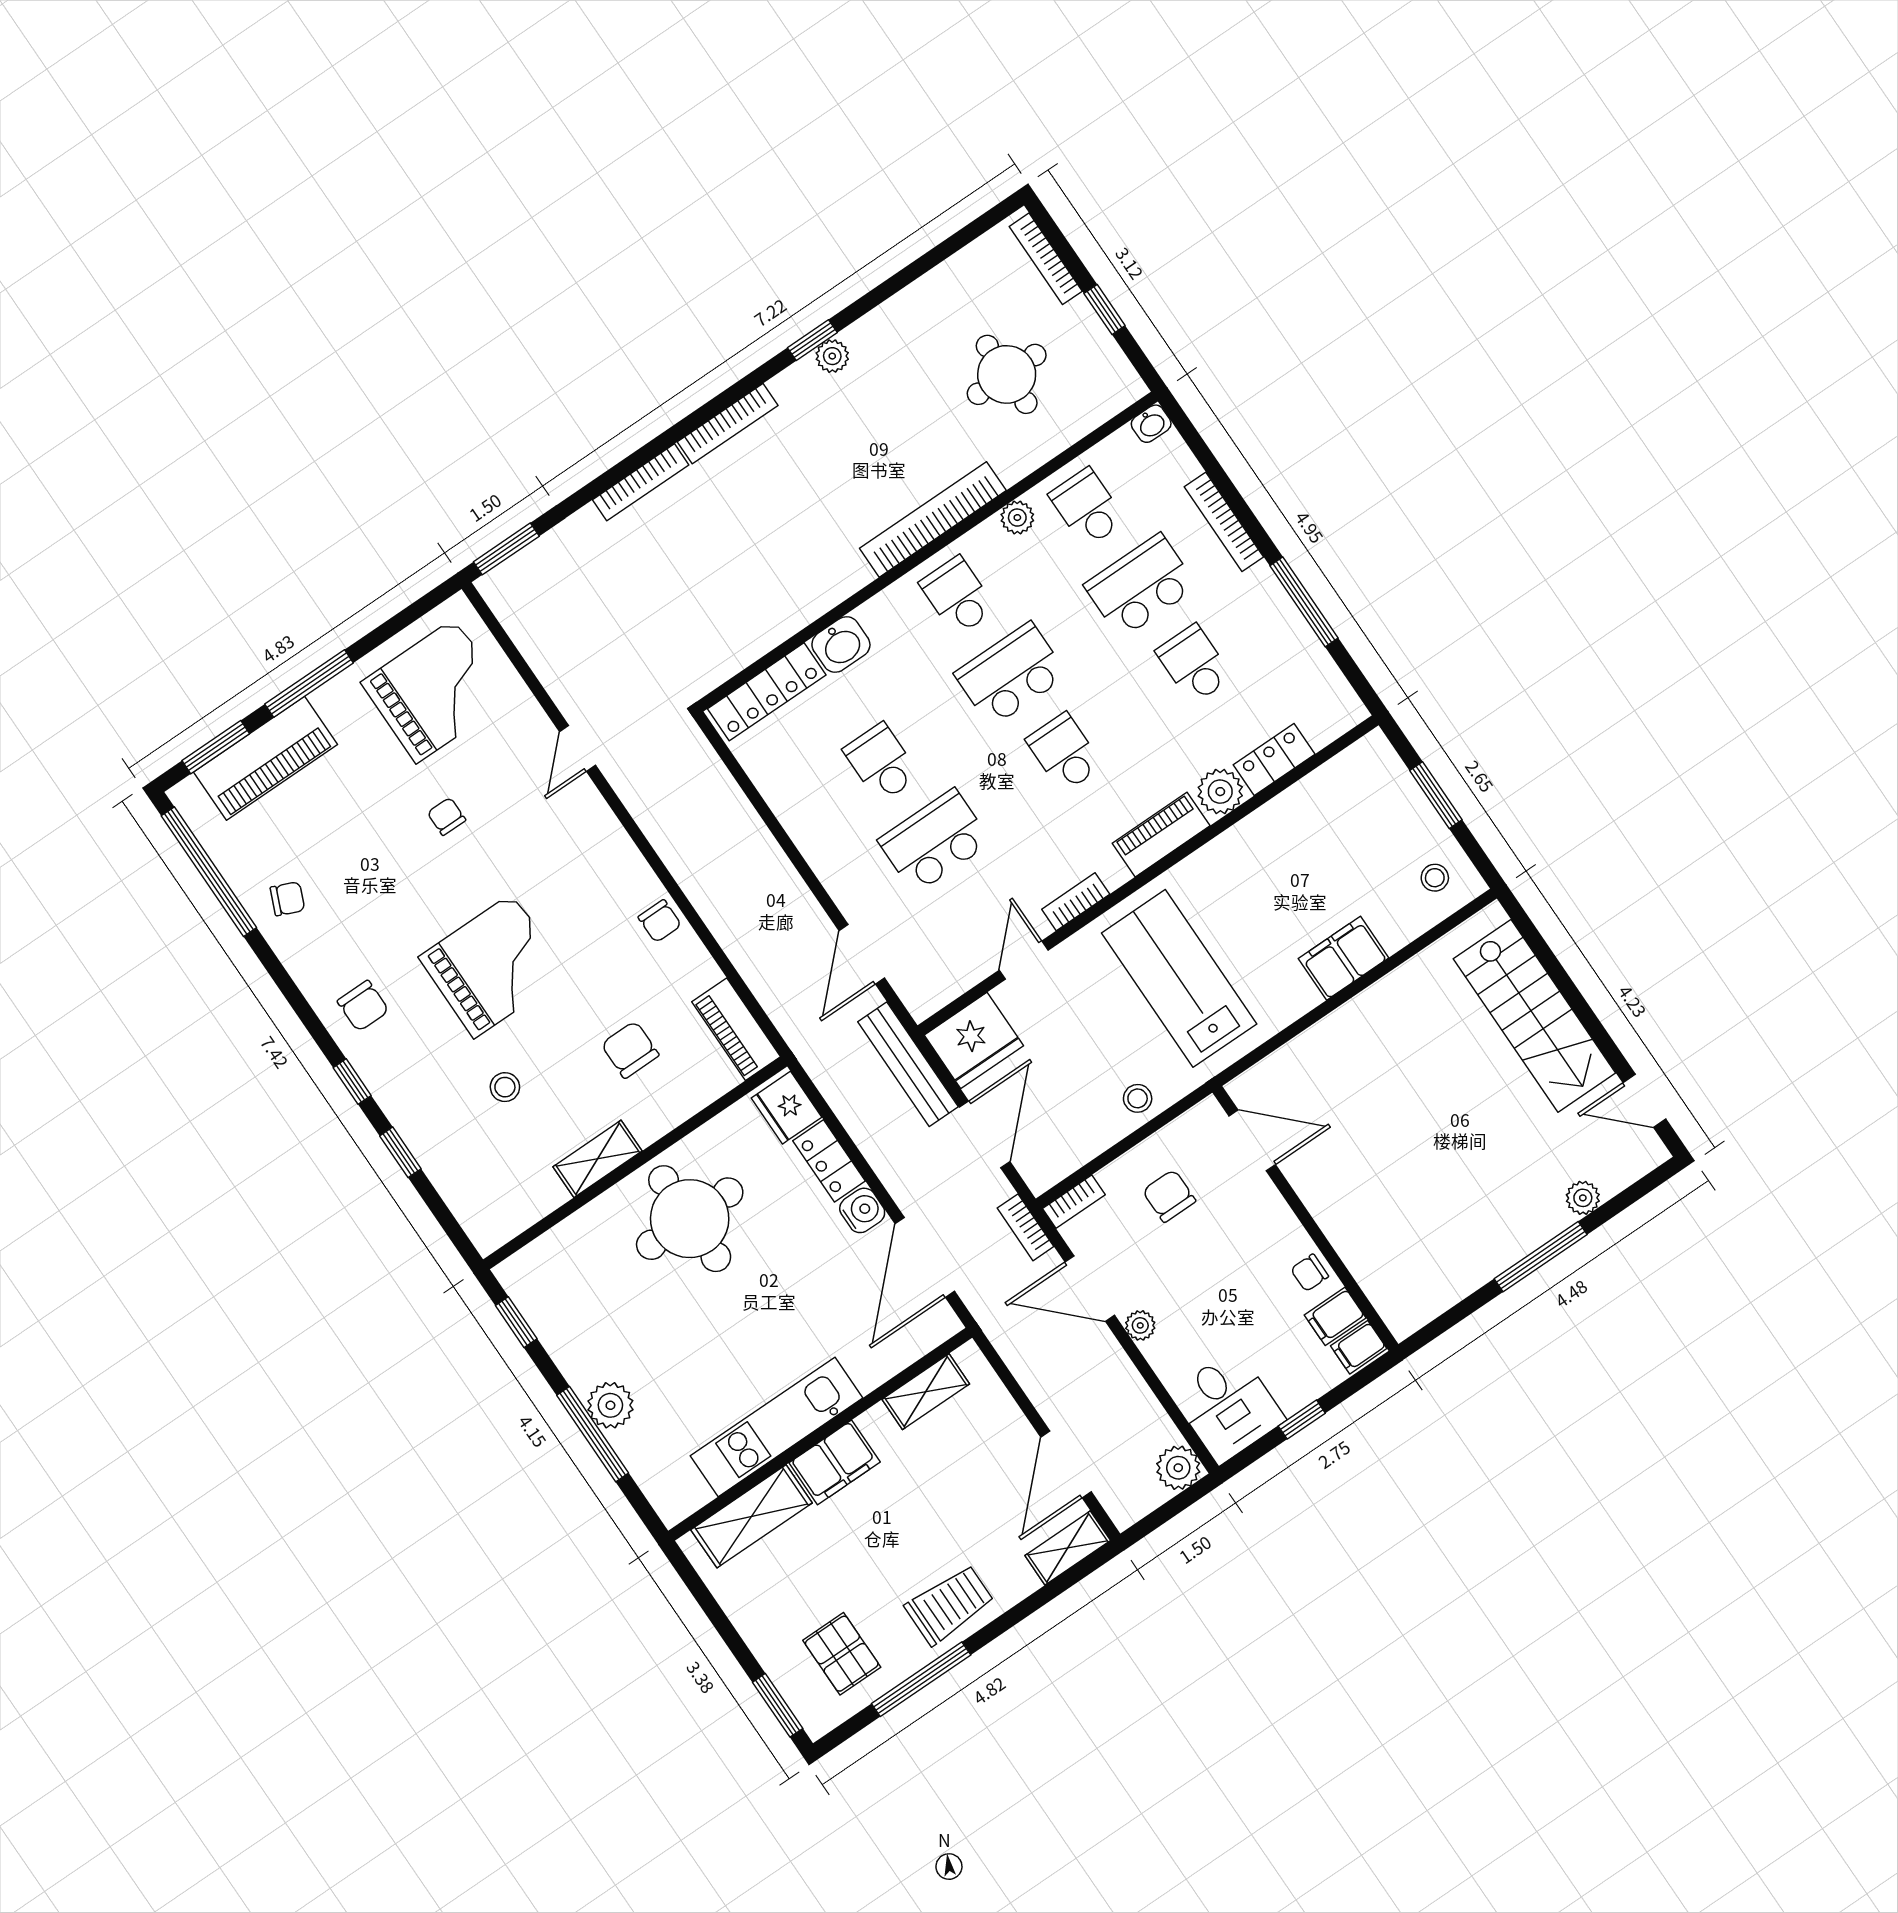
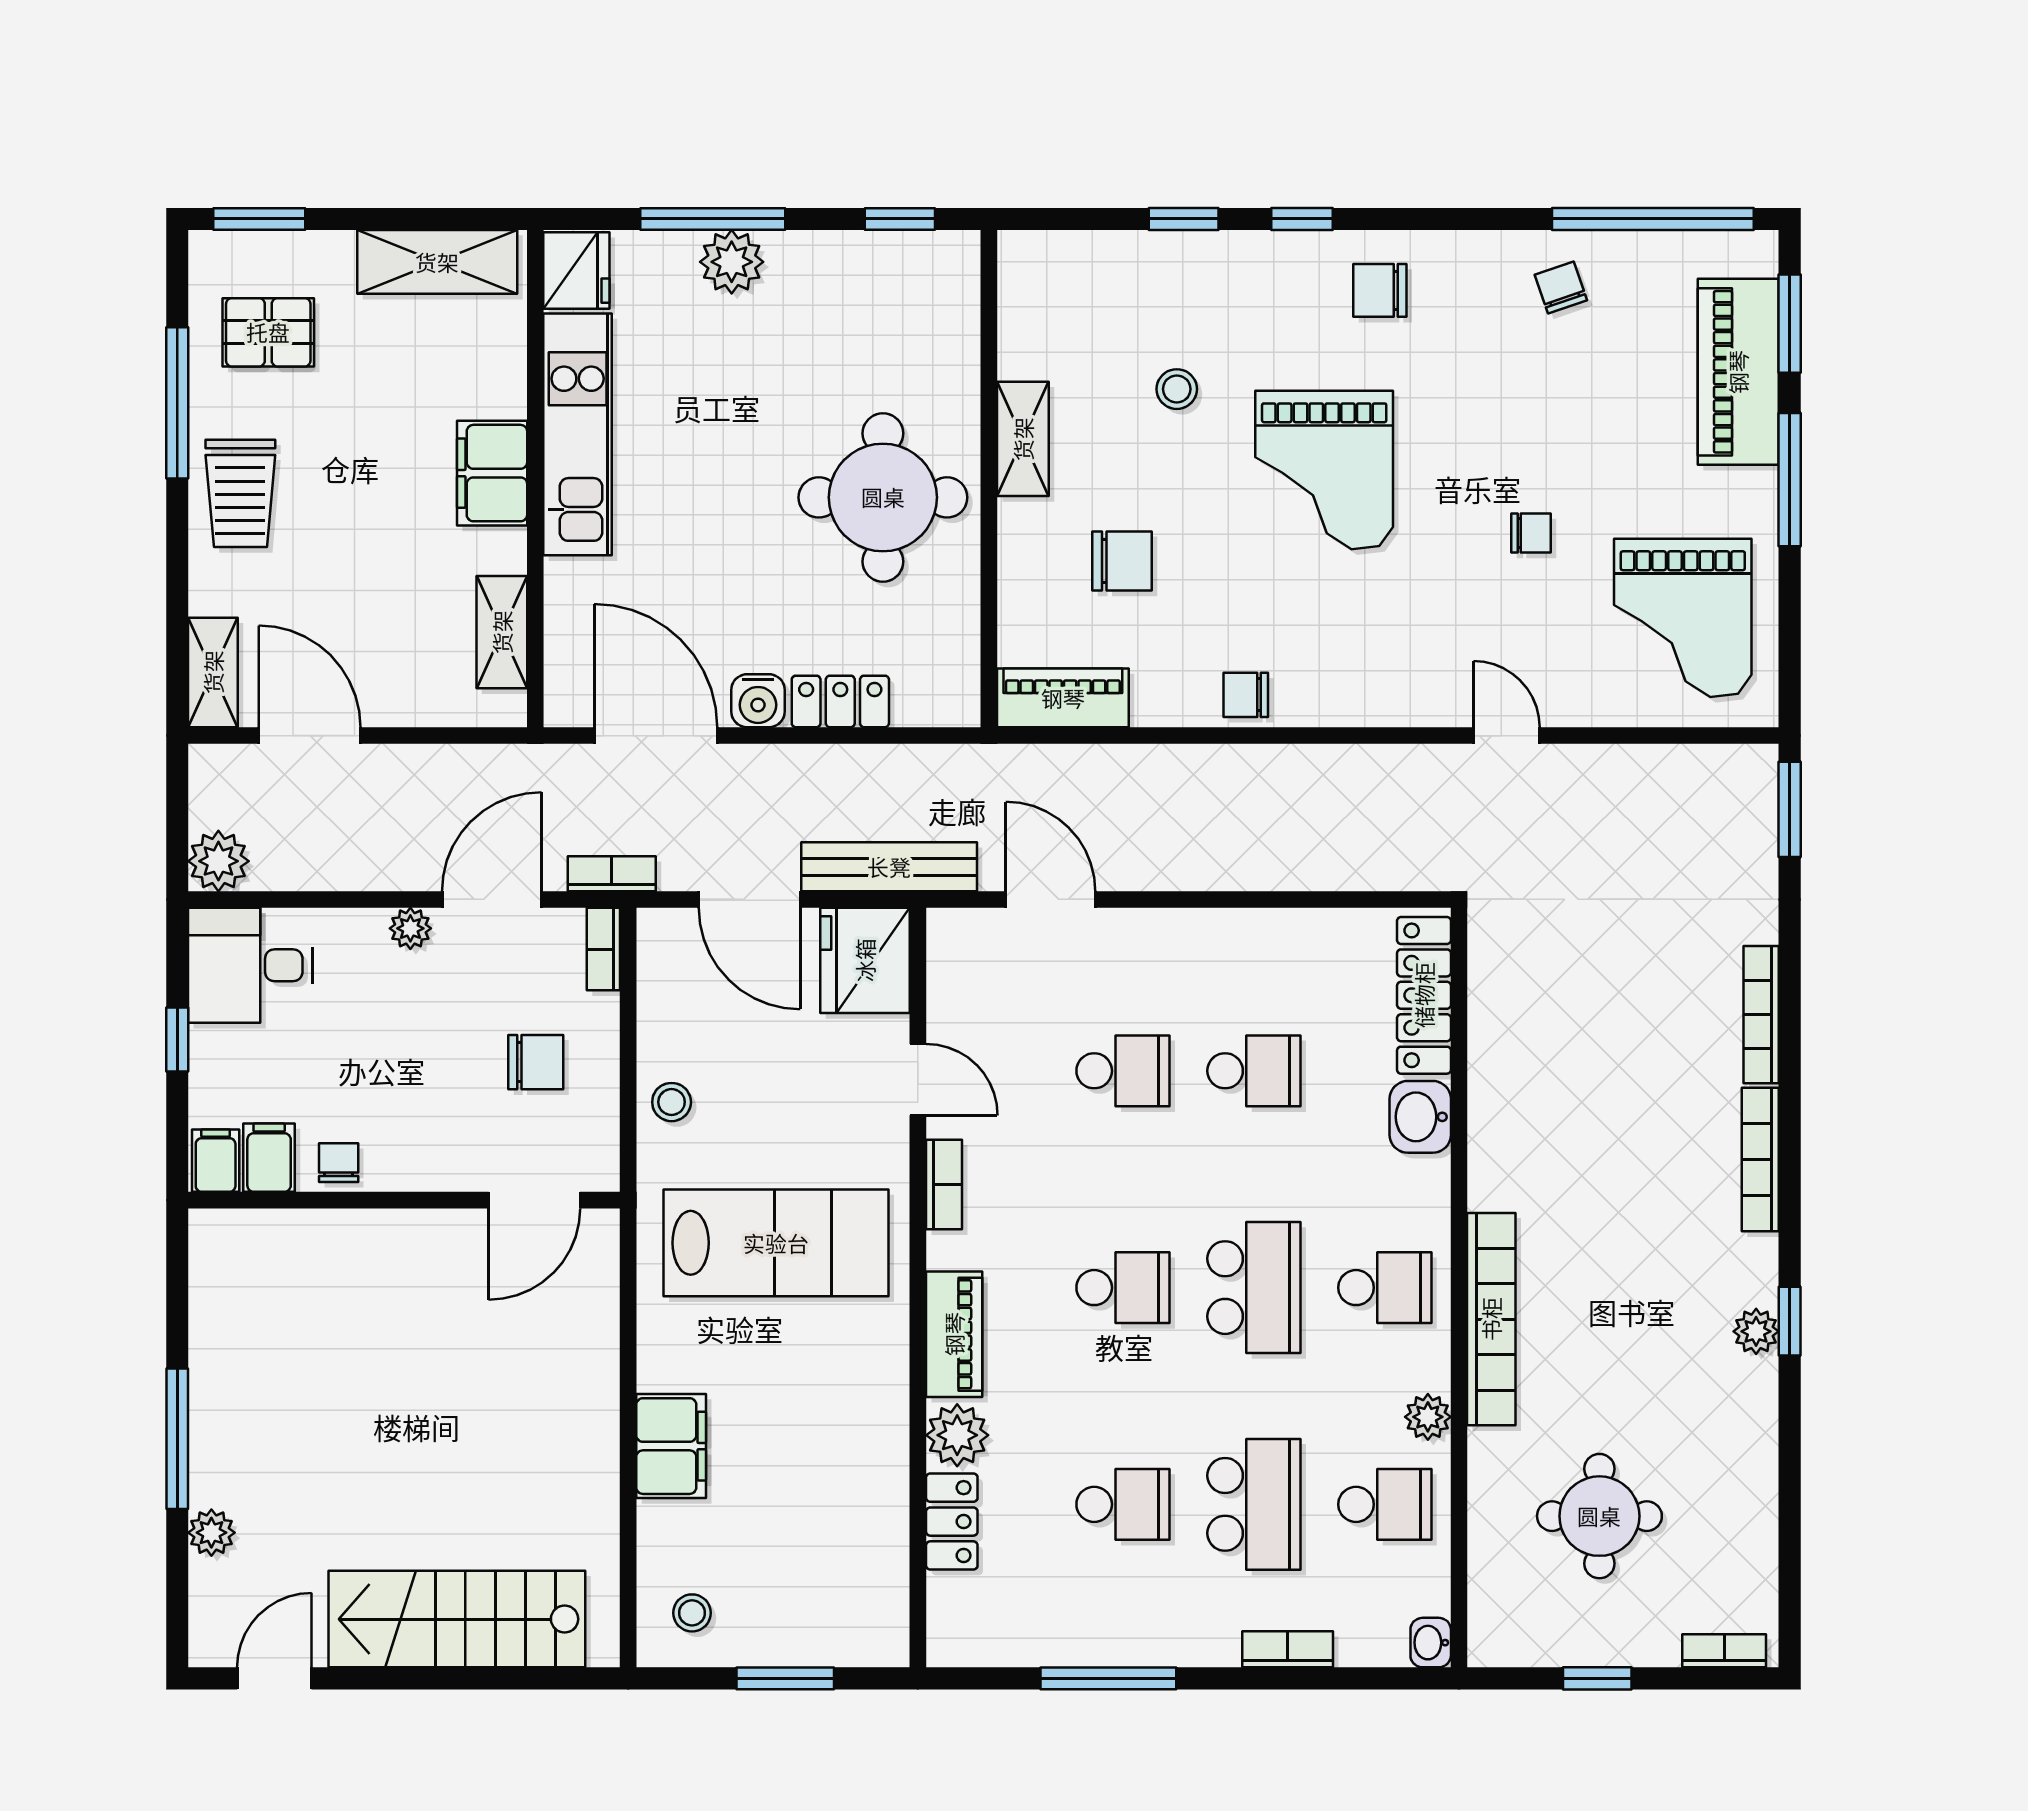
bookcase: (1046, 259) -> (1724, 1651), width x0.64
bookcase: (1224, 522) -> (1288, 1649), width x0.64
school desk: (935, 841) -> (1123, 1071), width x0.54
chair: (287, 899) -> (1561, 288), turned 138
fridge: (786, 1108) -> (576, 271), moved, turned 90
shelving: (752, 1516) -> (437, 262), moved, turned 90

